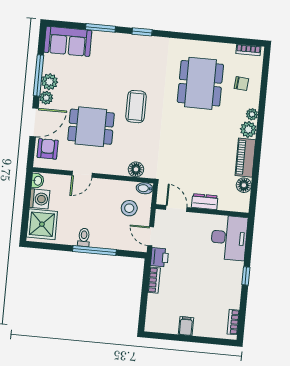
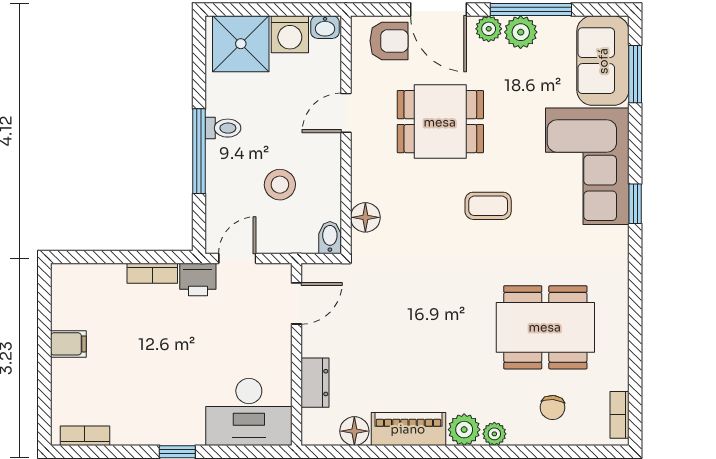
window: (100, 28) -> (635, 74), moved
corner sofa: (121, 54) -> (587, 166), added
coffee table: (136, 107) -> (488, 206), width x0.73, depth x0.77
dining table: (91, 127) -> (440, 122), turned 90
door: (82, 174) -> (346, 113), hinge flipped
dresser: (205, 202) -> (315, 383), moved
stool: (129, 208) -> (280, 185), moved

